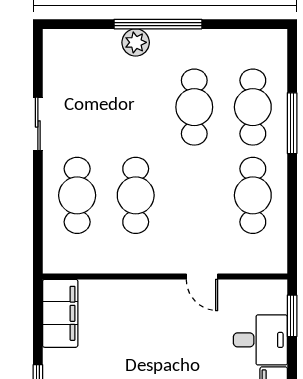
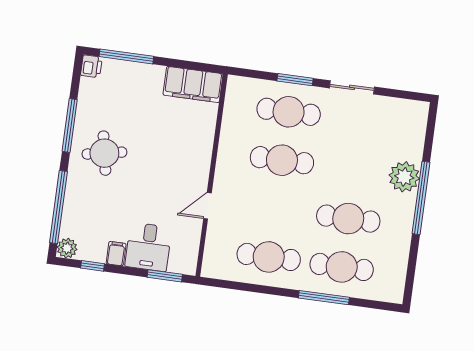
plant: (136, 42) -> (404, 177), width x1.36, depth x1.36
window: (38, 193) -> (295, 80), added

